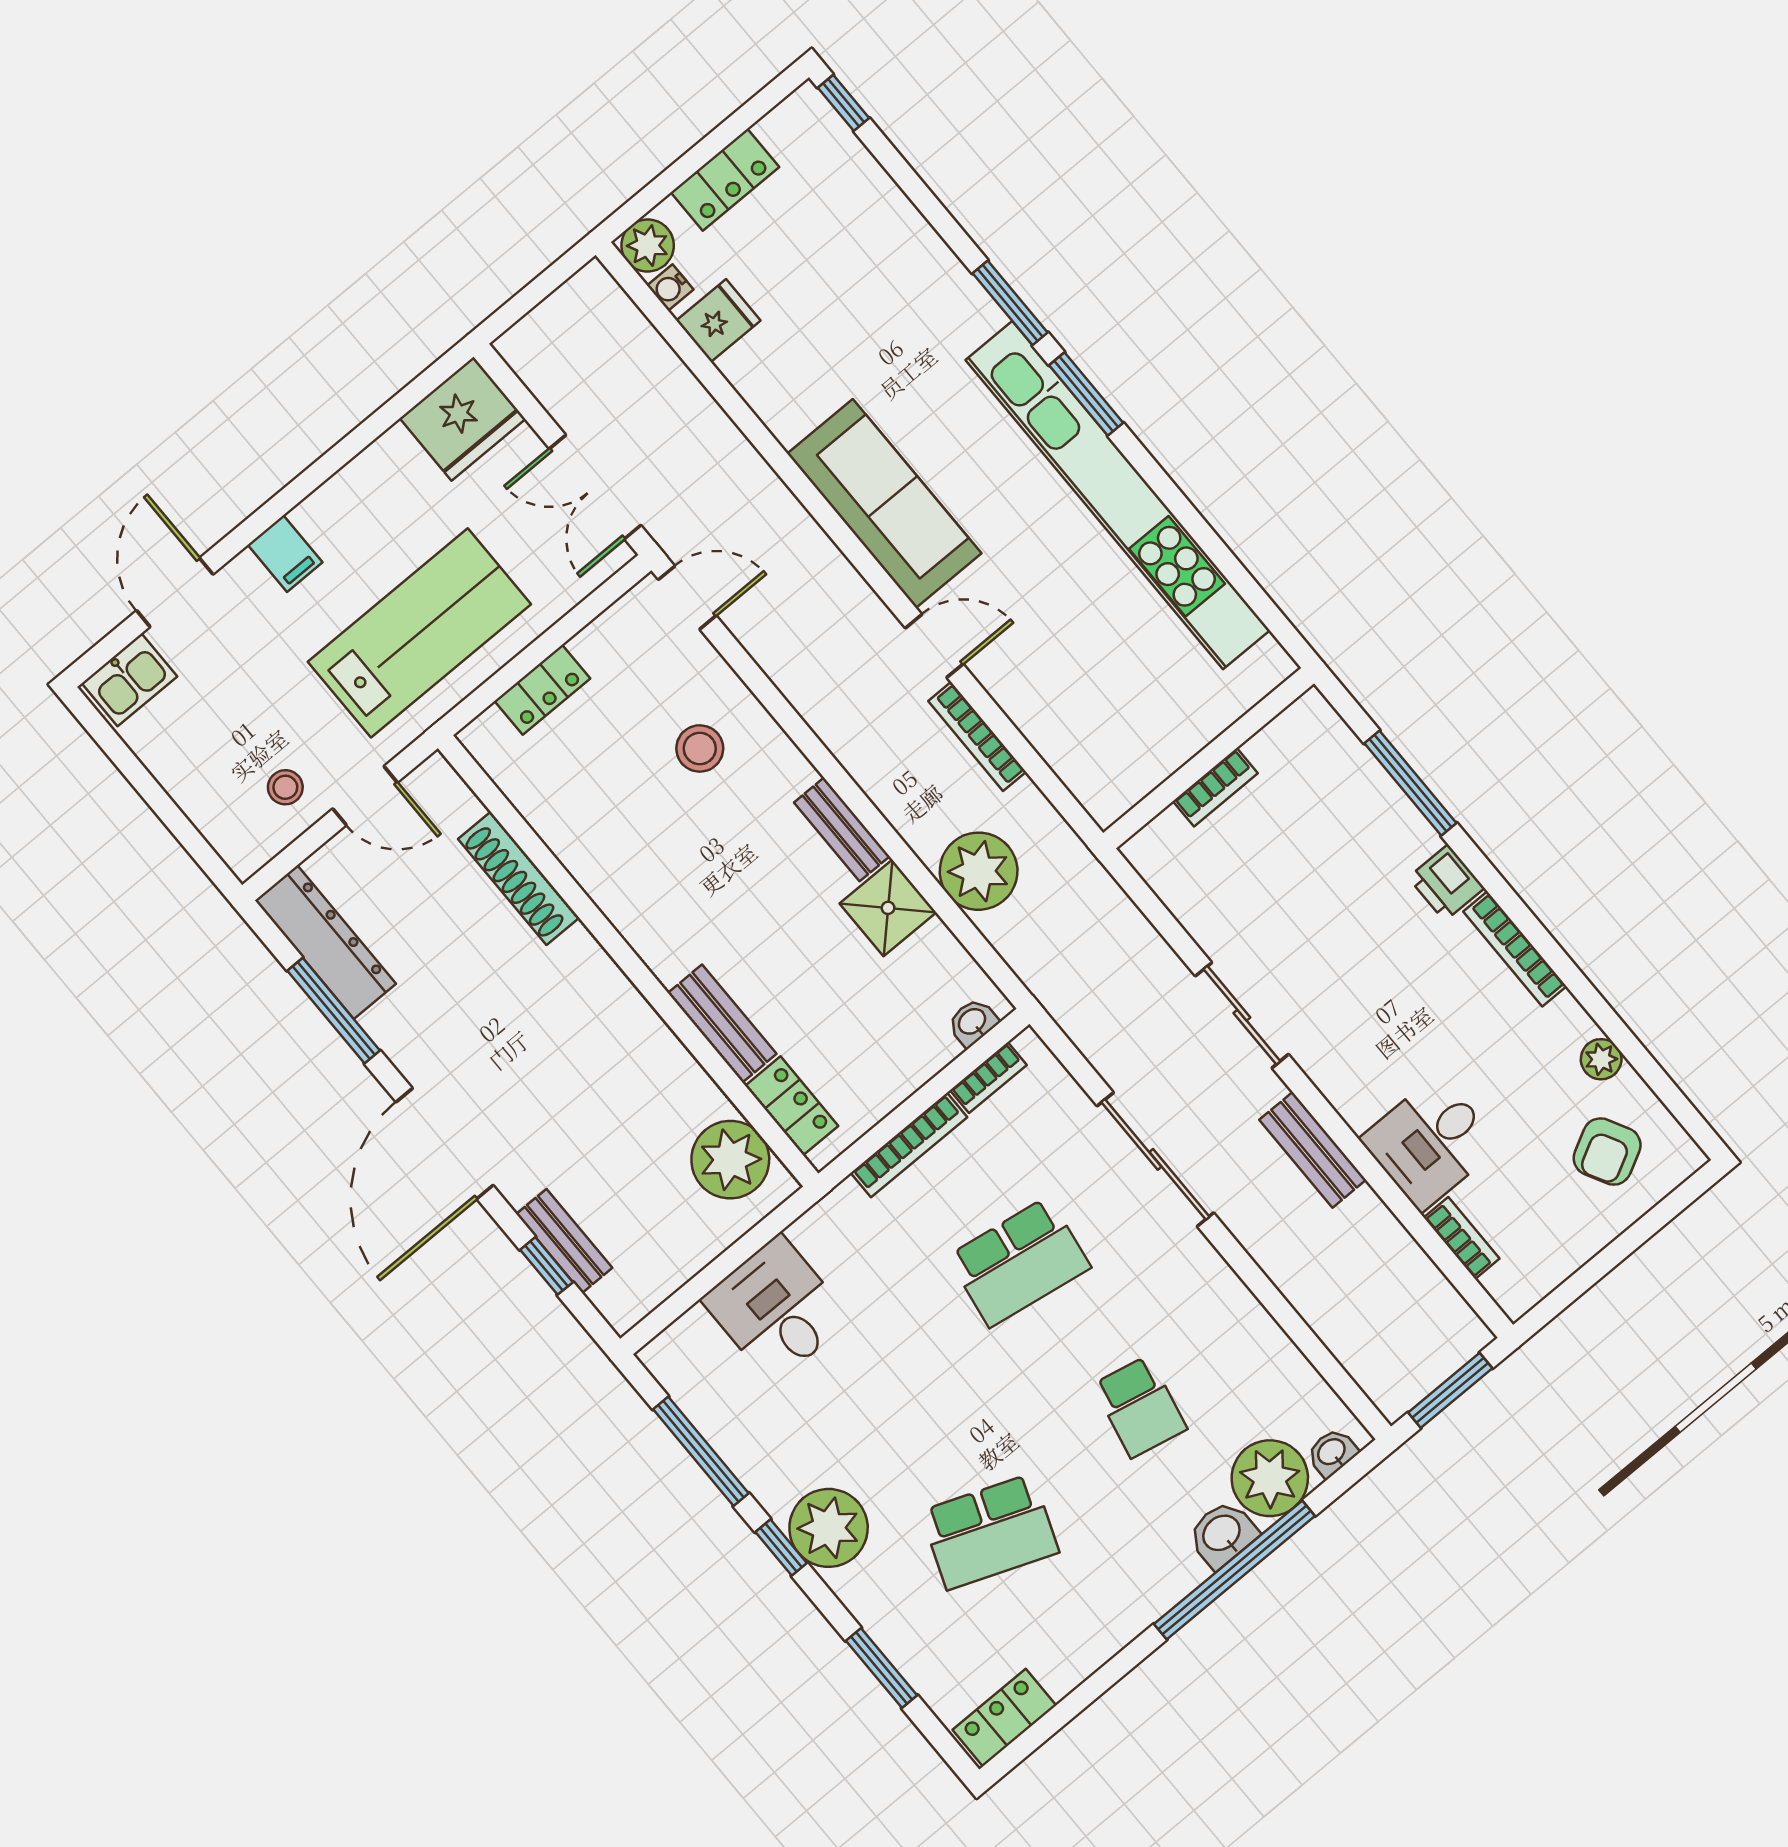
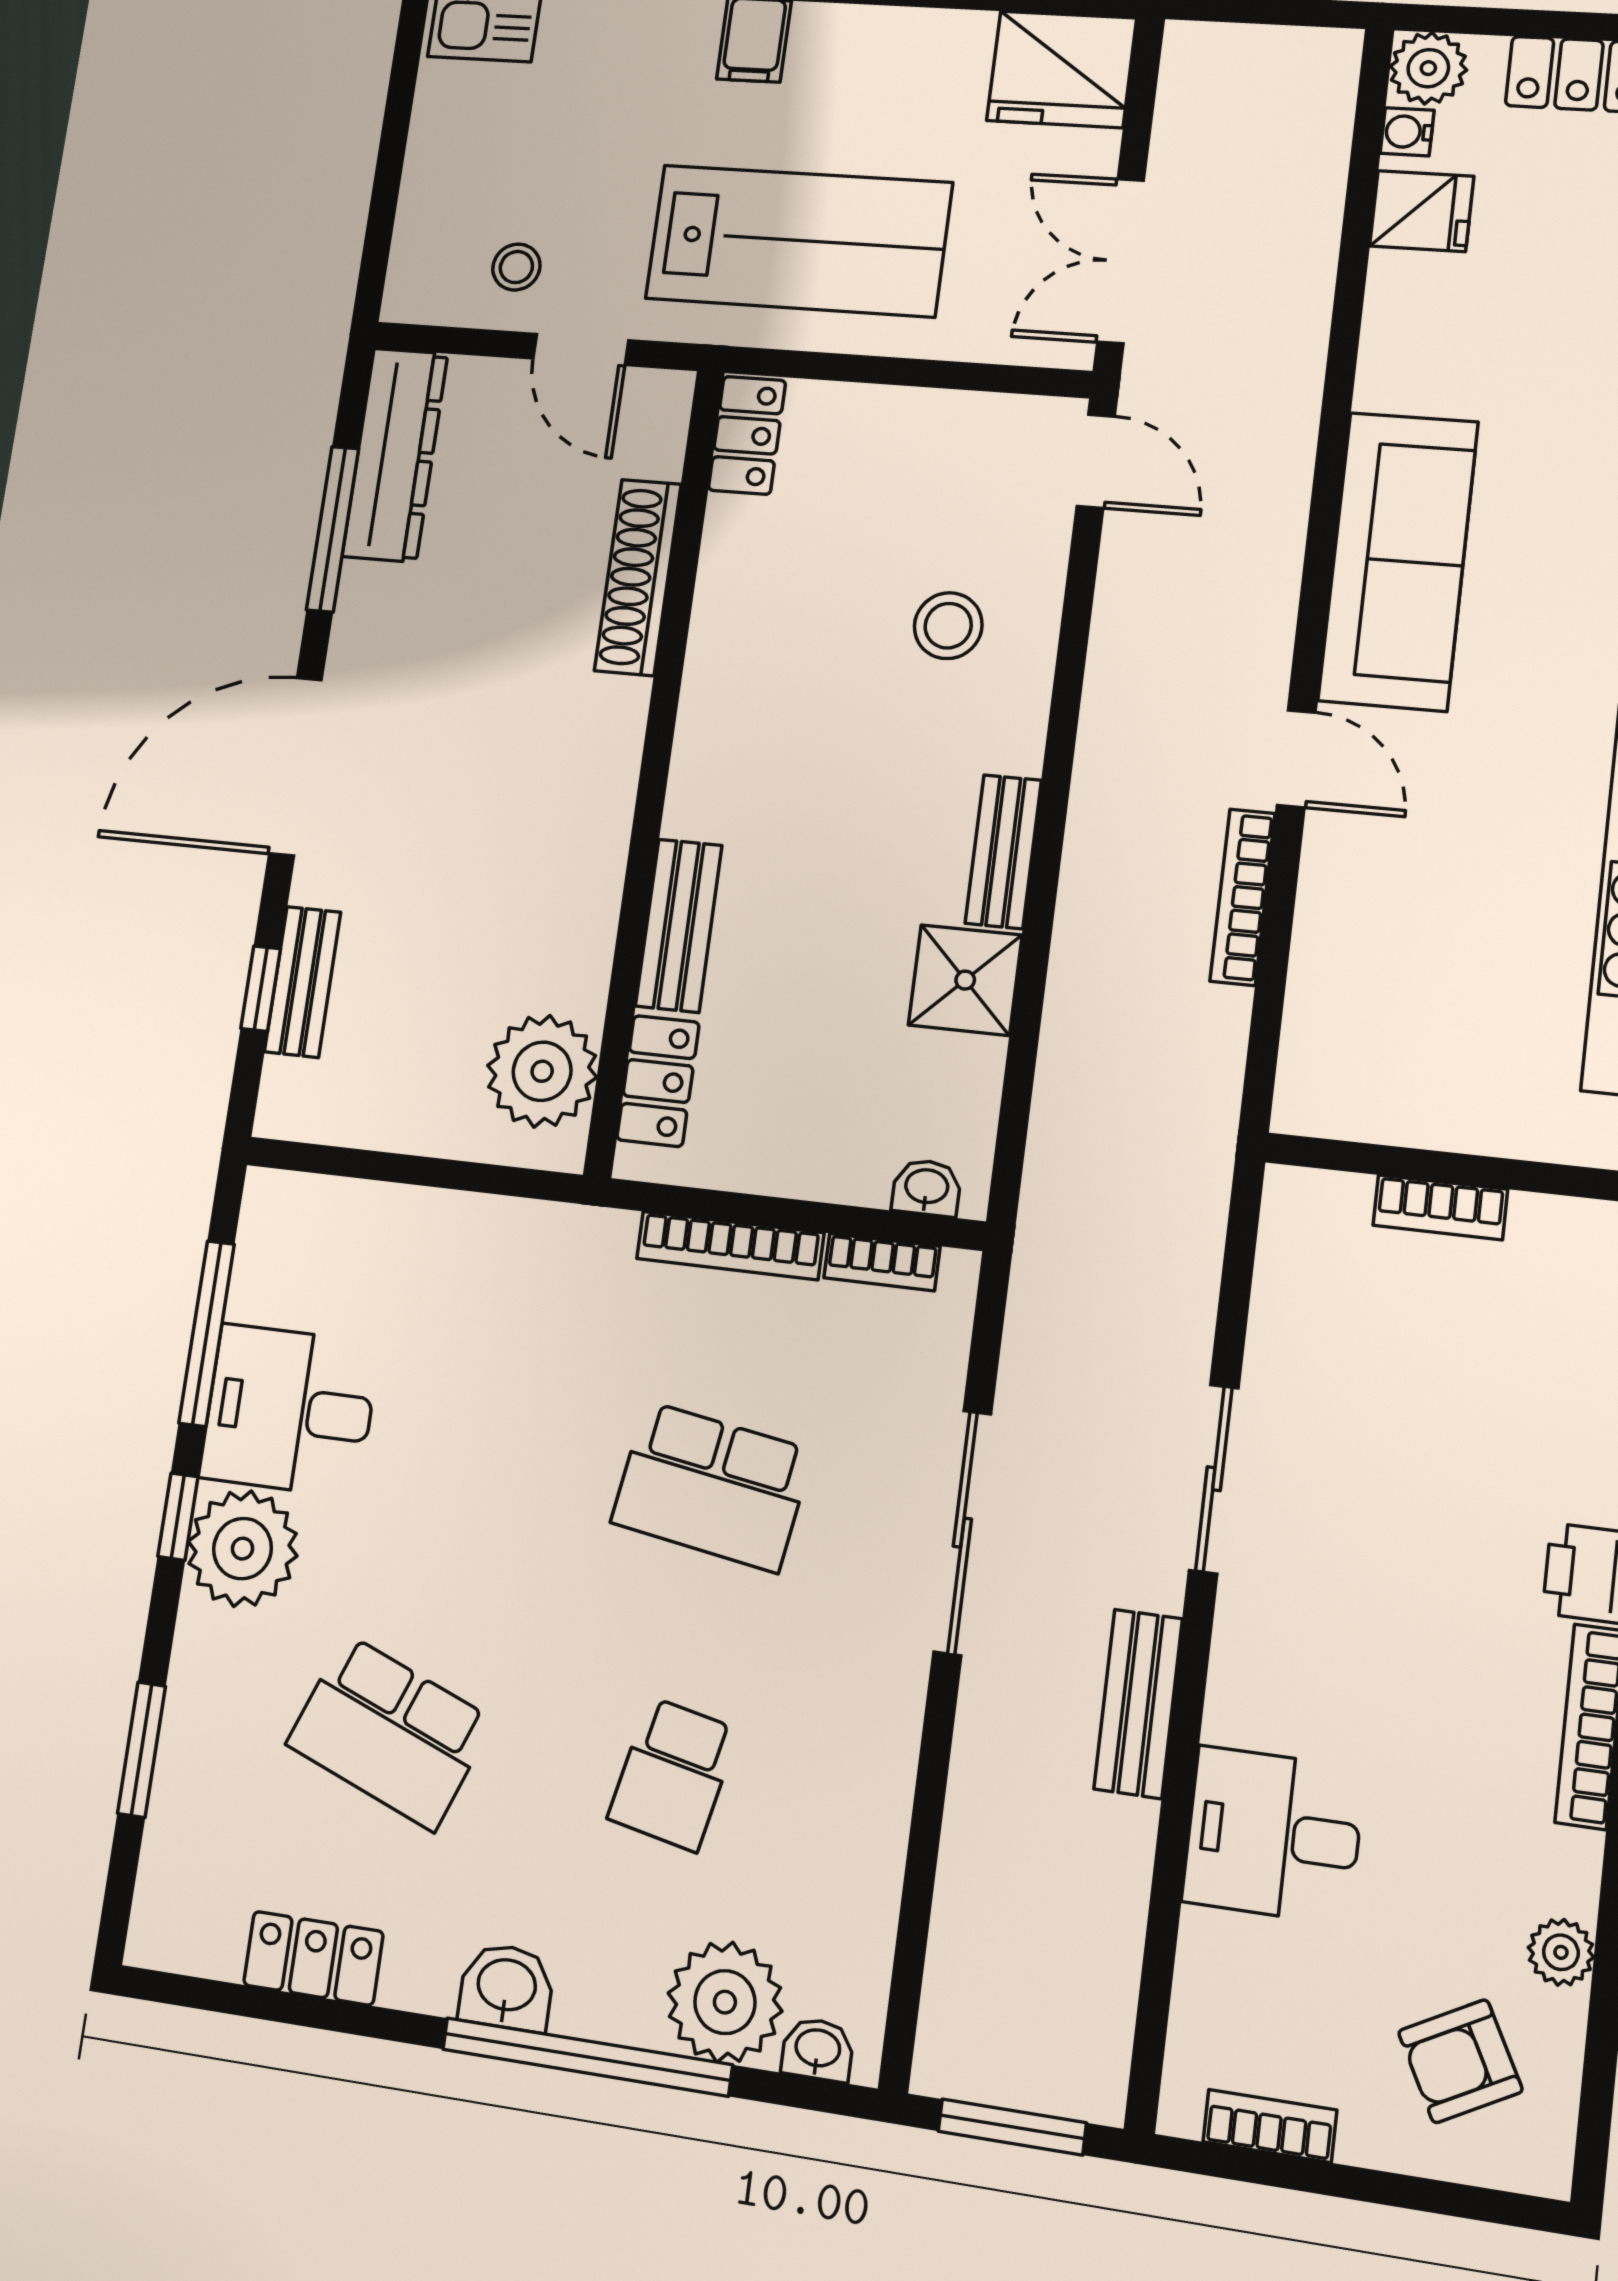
locker: (542, 690) -> (747, 435), moved, turned -90
plant: (979, 871) -> (1097, 1038), removed
bookcase: (1462, 1238) -> (1270, 2126), moved, turned -90
desk: (776, 1309) -> (289, 1410), moved, turned -90
washbasin: (1222, 1534) -> (506, 1987), moved
locker: (1004, 1718) -> (313, 1958), moved

